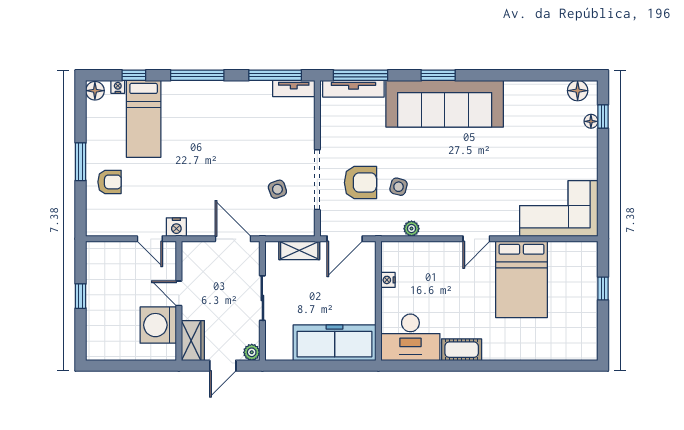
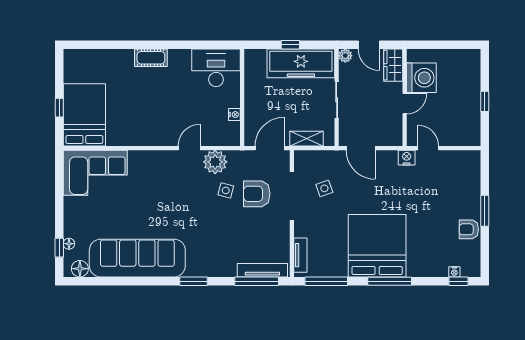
window: (134, 75) -> (458, 281), moved
tv unit: (294, 88) -> (300, 255), moved, turned 90
floor lamp: (95, 91) -> (473, 269), removed
sofa: (445, 104) -> (137, 258), moved
bed: (144, 119) -> (377, 246), moved, width x2.04
armchair: (110, 182) -> (469, 229), moved
plant: (411, 229) -> (215, 162), width x1.88, depth x1.88
door: (476, 239) -> (189, 148), moved
bed: (521, 279) -> (84, 115), moved
door: (179, 293) -> (405, 104), hinge flipped
freezer: (335, 343) -> (301, 63), moved
cot: (462, 350) -> (151, 58), moved
door: (223, 366) -> (369, 45), swing flipped
window: (319, 366) -> (290, 45), added

